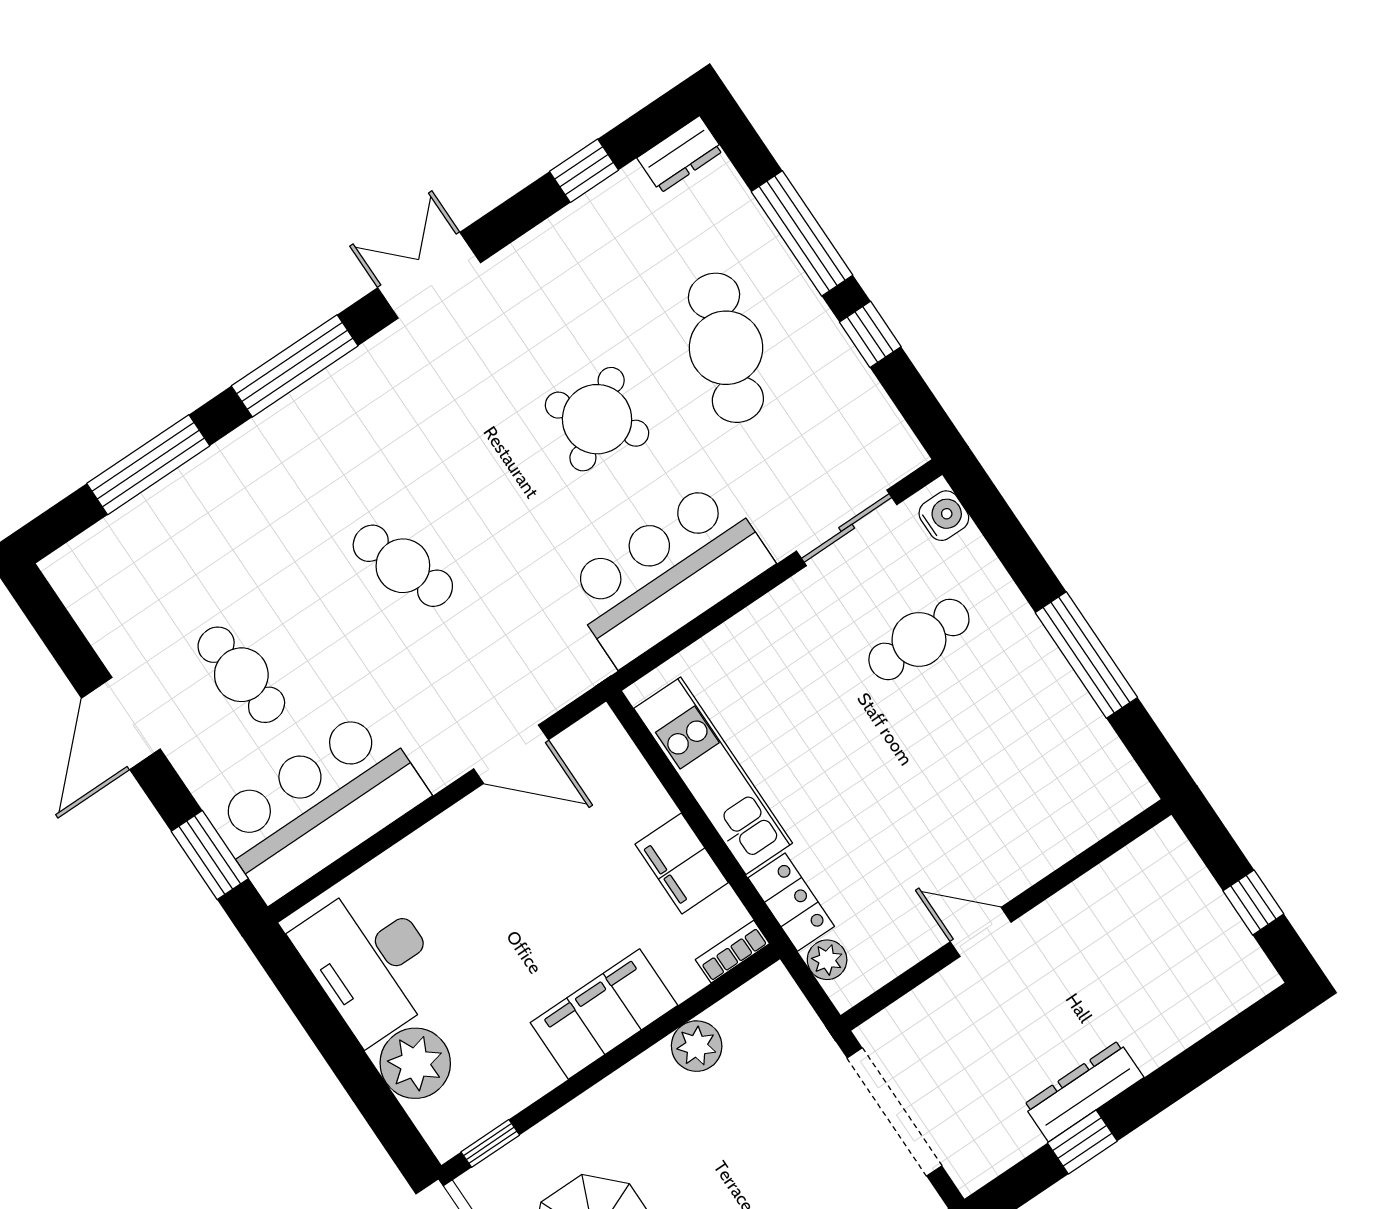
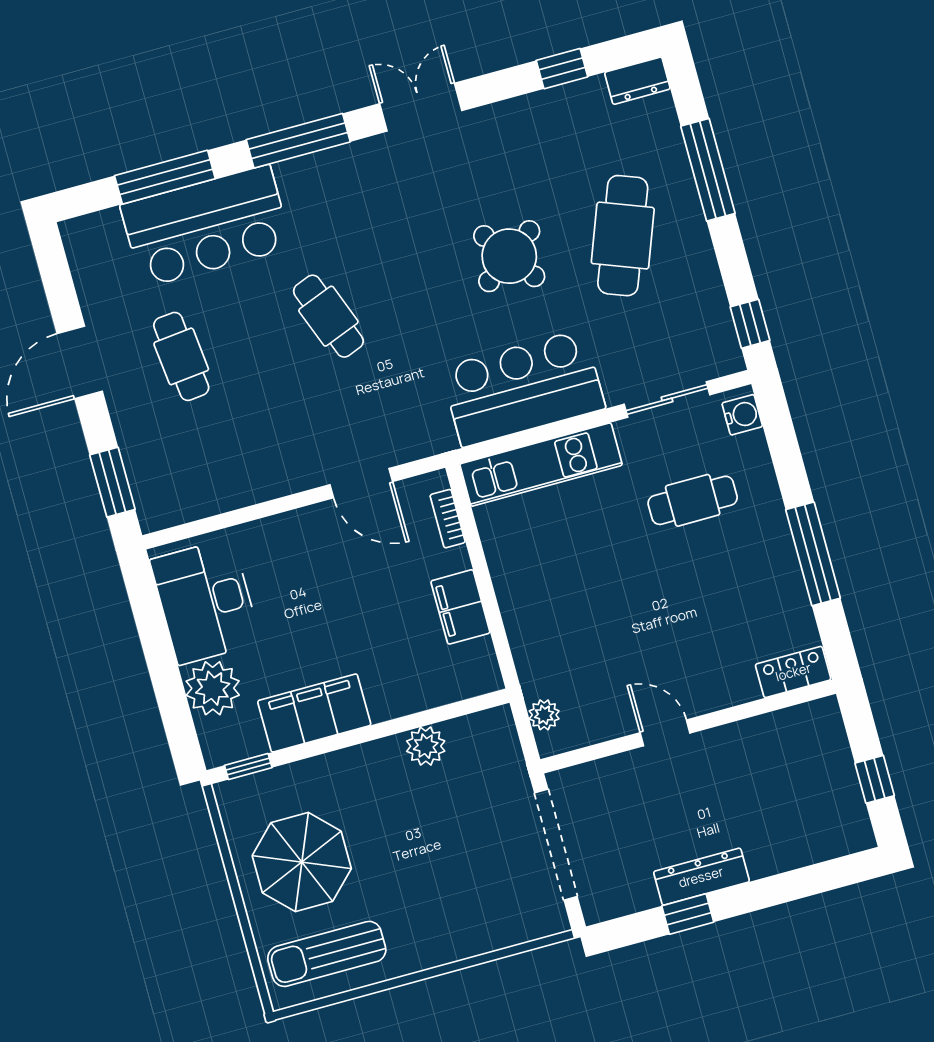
window: (870, 334) -> (750, 324), moved
kitchen unit: (713, 776) -> (541, 465), moved, turned 90
bar counter: (319, 806) -> (206, 226), moved, turned 180
locker: (791, 902) -> (793, 672), moved, turned -90
bookcase: (732, 952) -> (448, 519), moved, turned -90
filing cabinet: (604, 1014) -> (314, 713), moved

